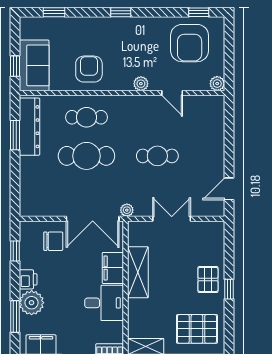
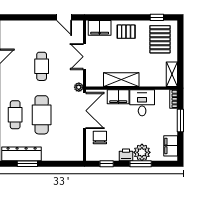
filing cabinet: (214, 241) -> (100, 28), added
window: (229, 289) -> (157, 17), moved
window: (15, 317) -> (141, 164), moved

